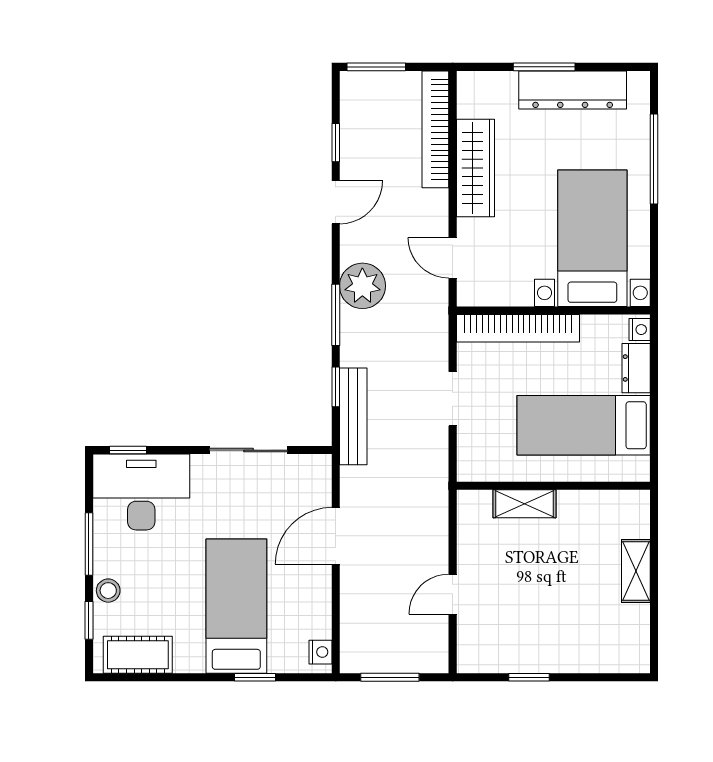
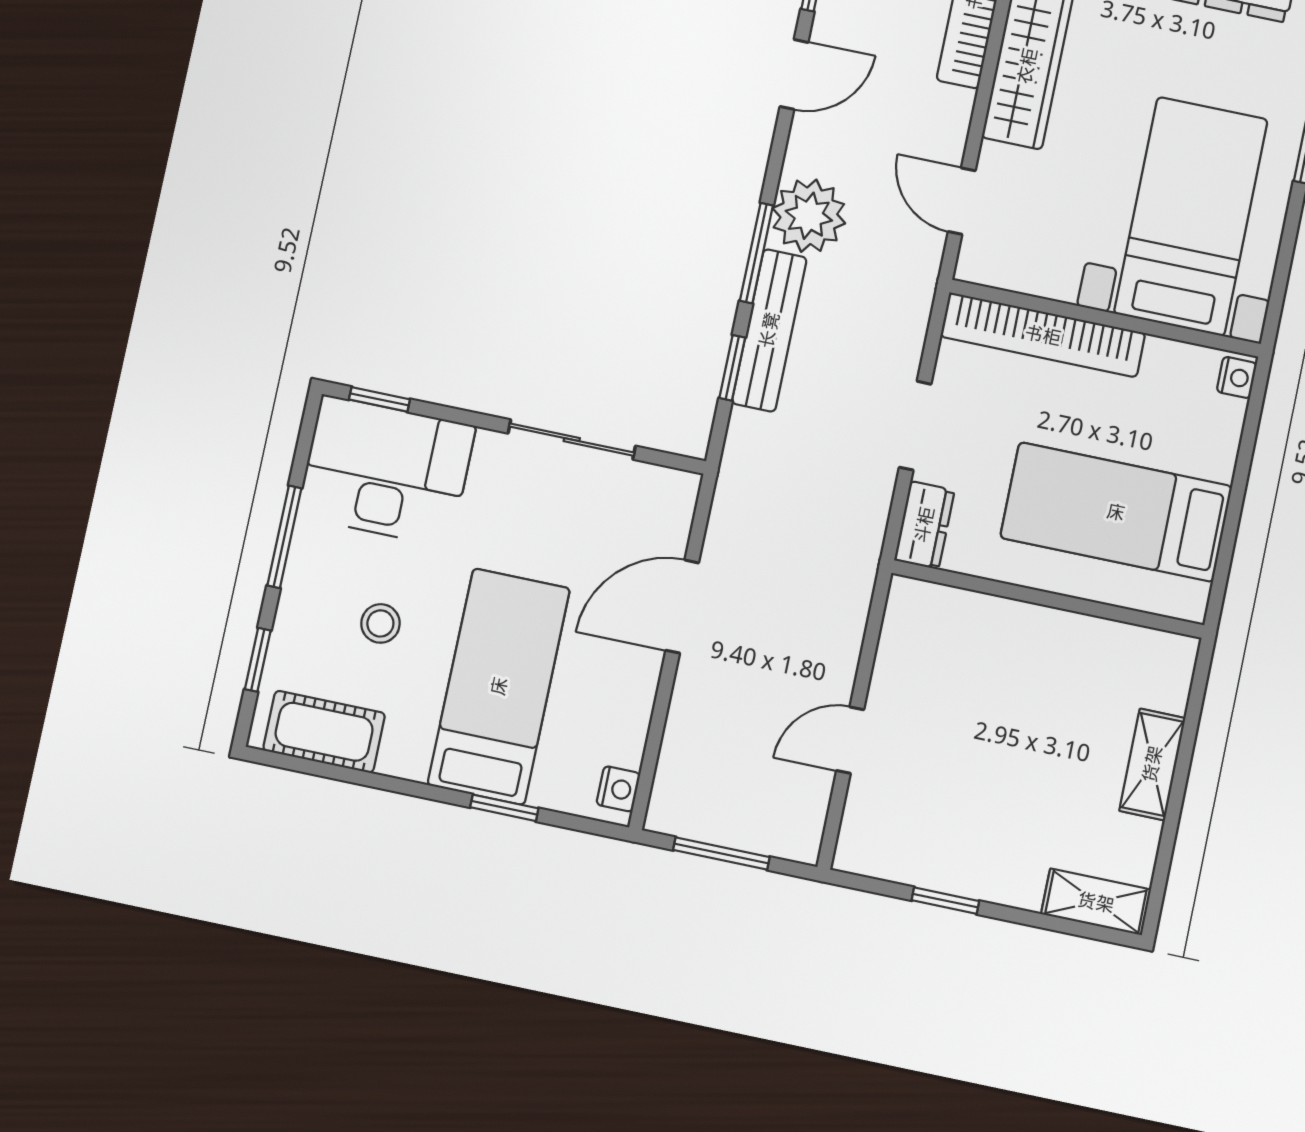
dresser: (636, 368) -> (924, 525), moved, turned 180
bench: (353, 416) -> (769, 330), moved
shelving: (524, 504) -> (1096, 902), moved
stool: (108, 591) -> (380, 623), moved

